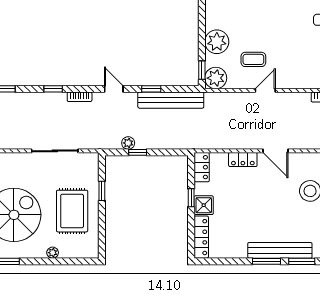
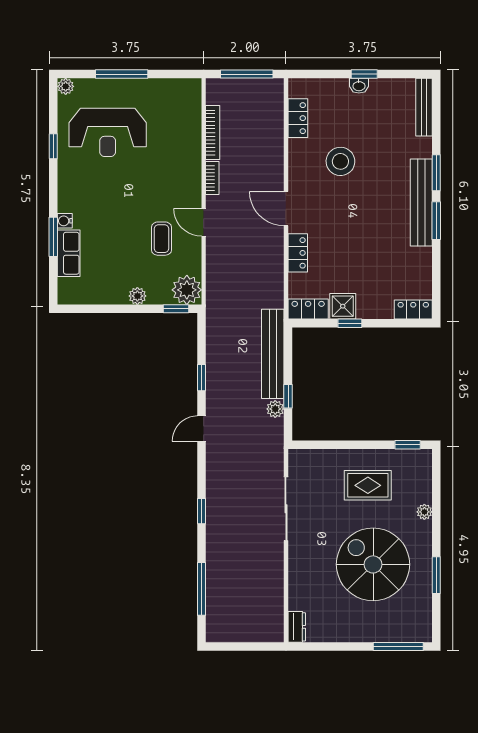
plant: (217, 42) -> (137, 296), width x0.53, depth x0.53
bookcase: (80, 97) -> (212, 178), moved
bench: (171, 100) -> (273, 354), moved
door: (275, 151) -> (286, 209), swing flipped
window: (102, 191) -> (408, 445), moved
shower: (204, 205) -> (343, 306), moved
rug: (72, 211) -> (368, 485), width x0.73, depth x0.70
locker: (201, 237) -> (413, 310), width x0.66

